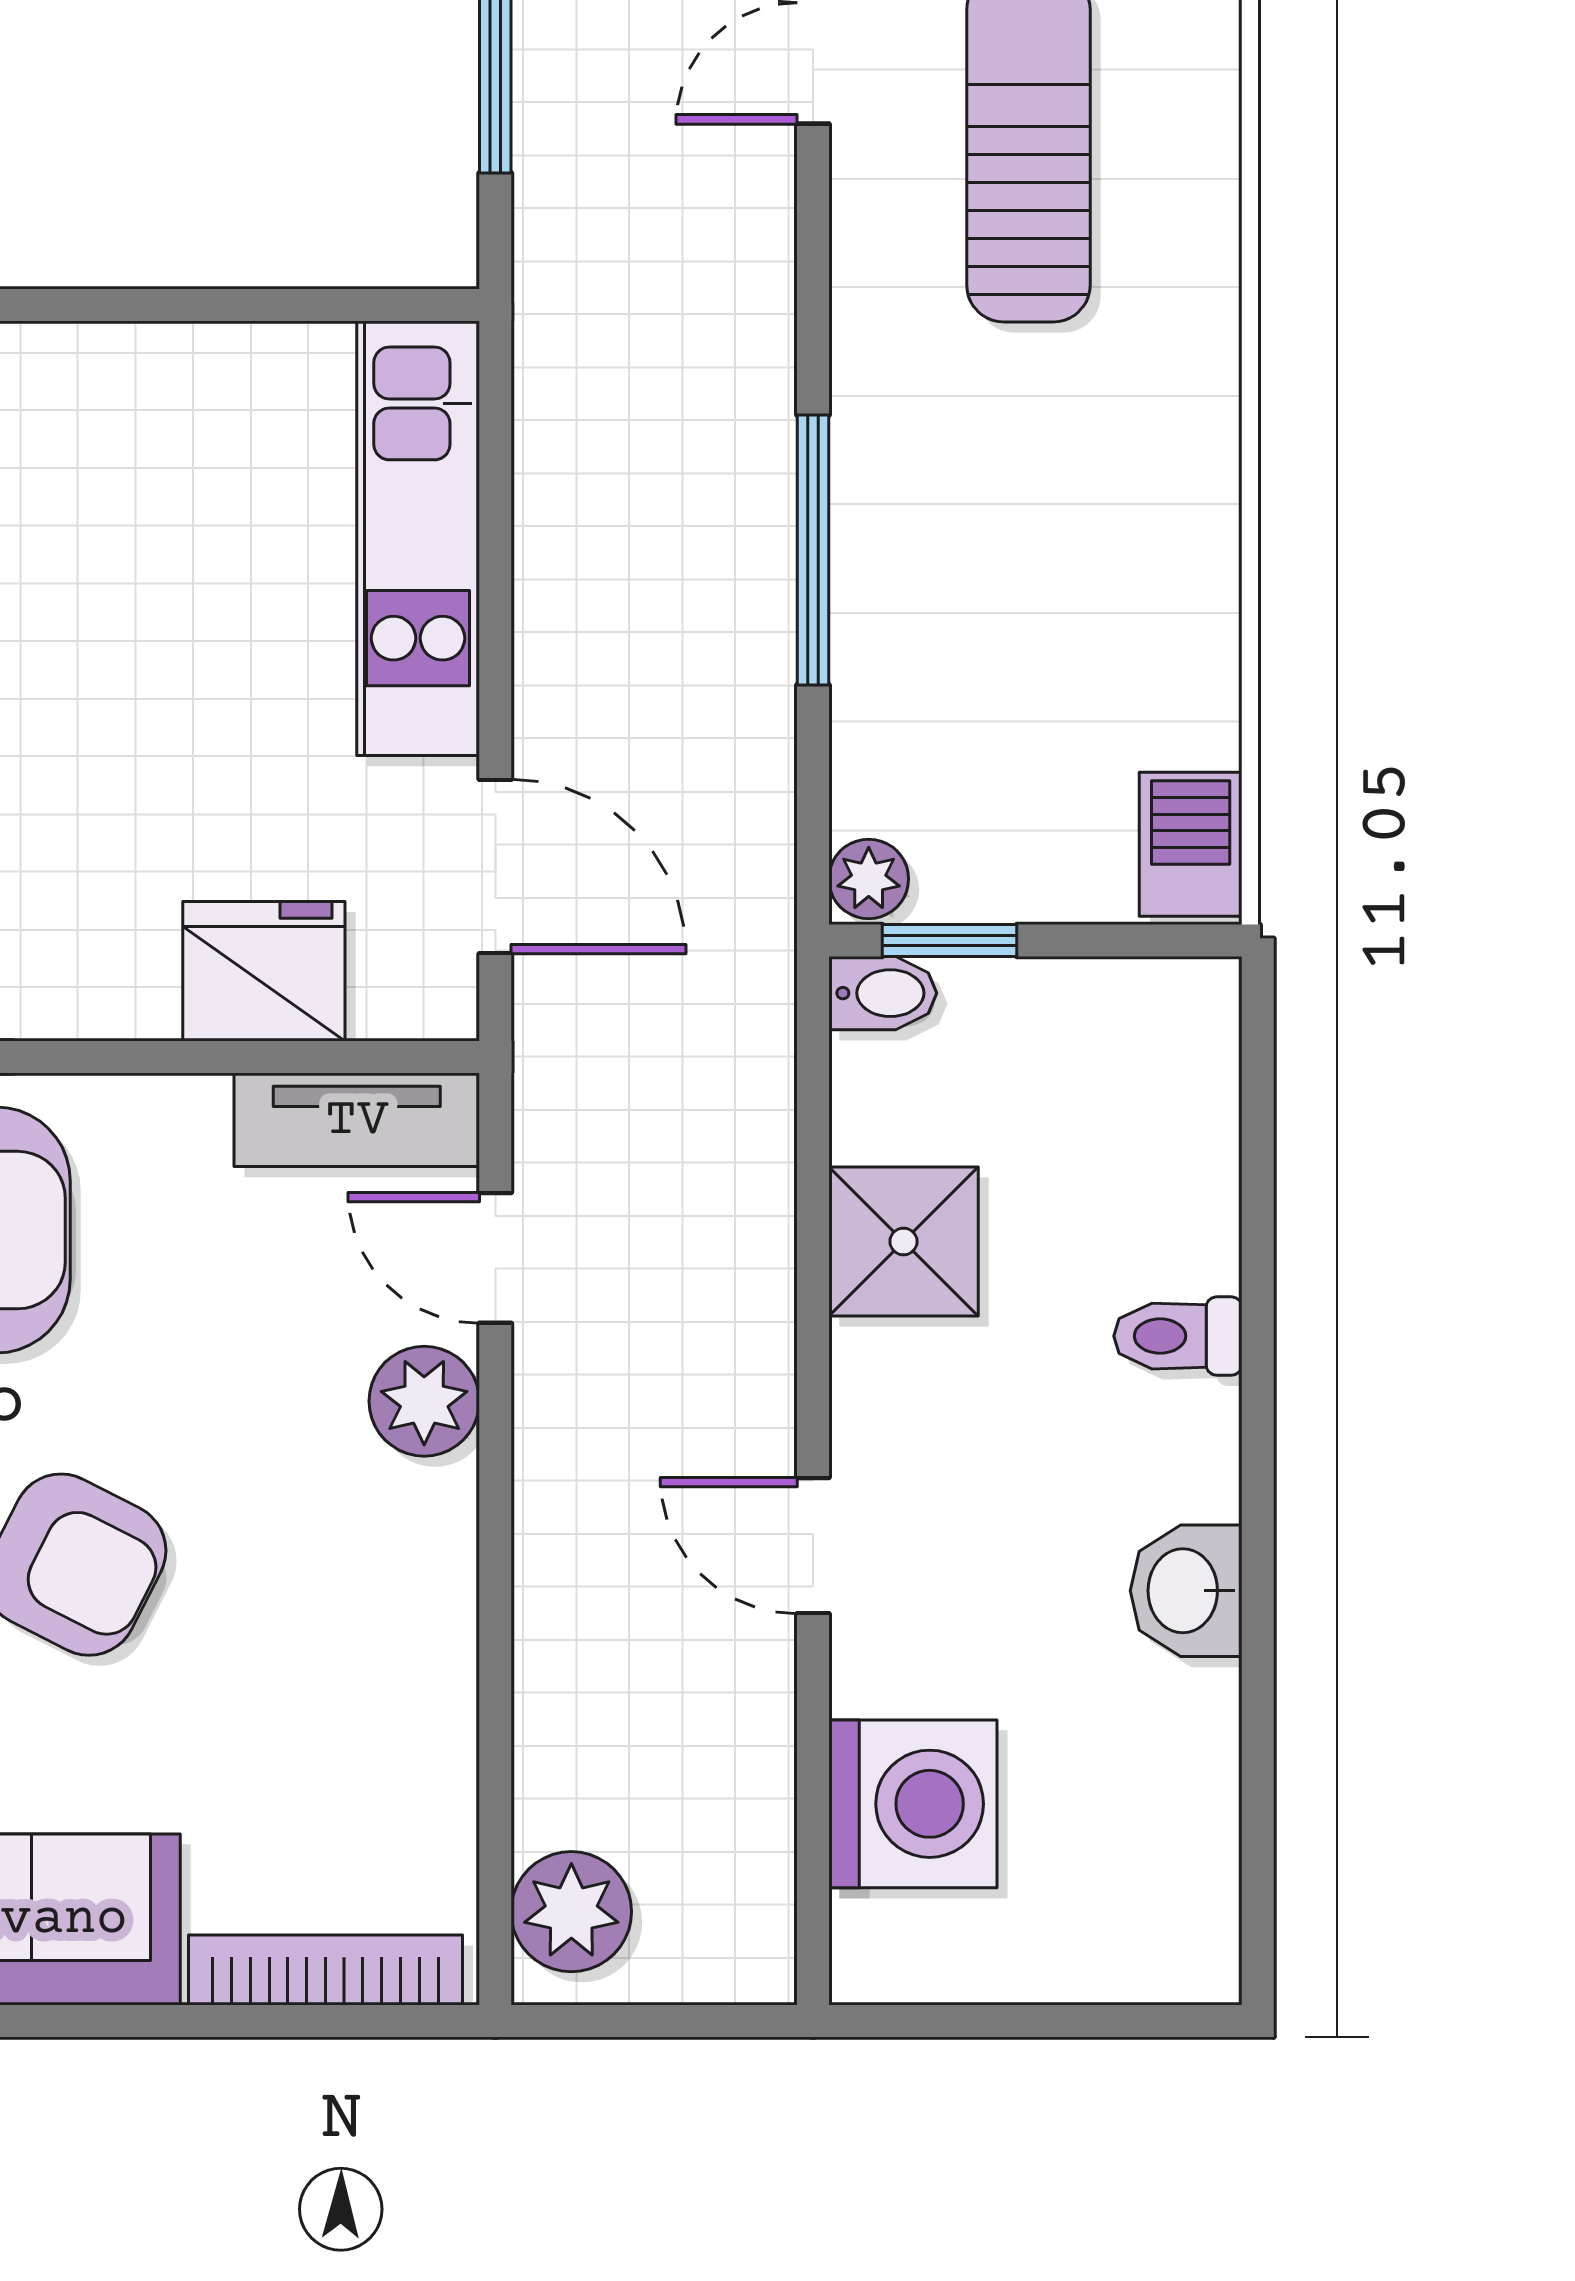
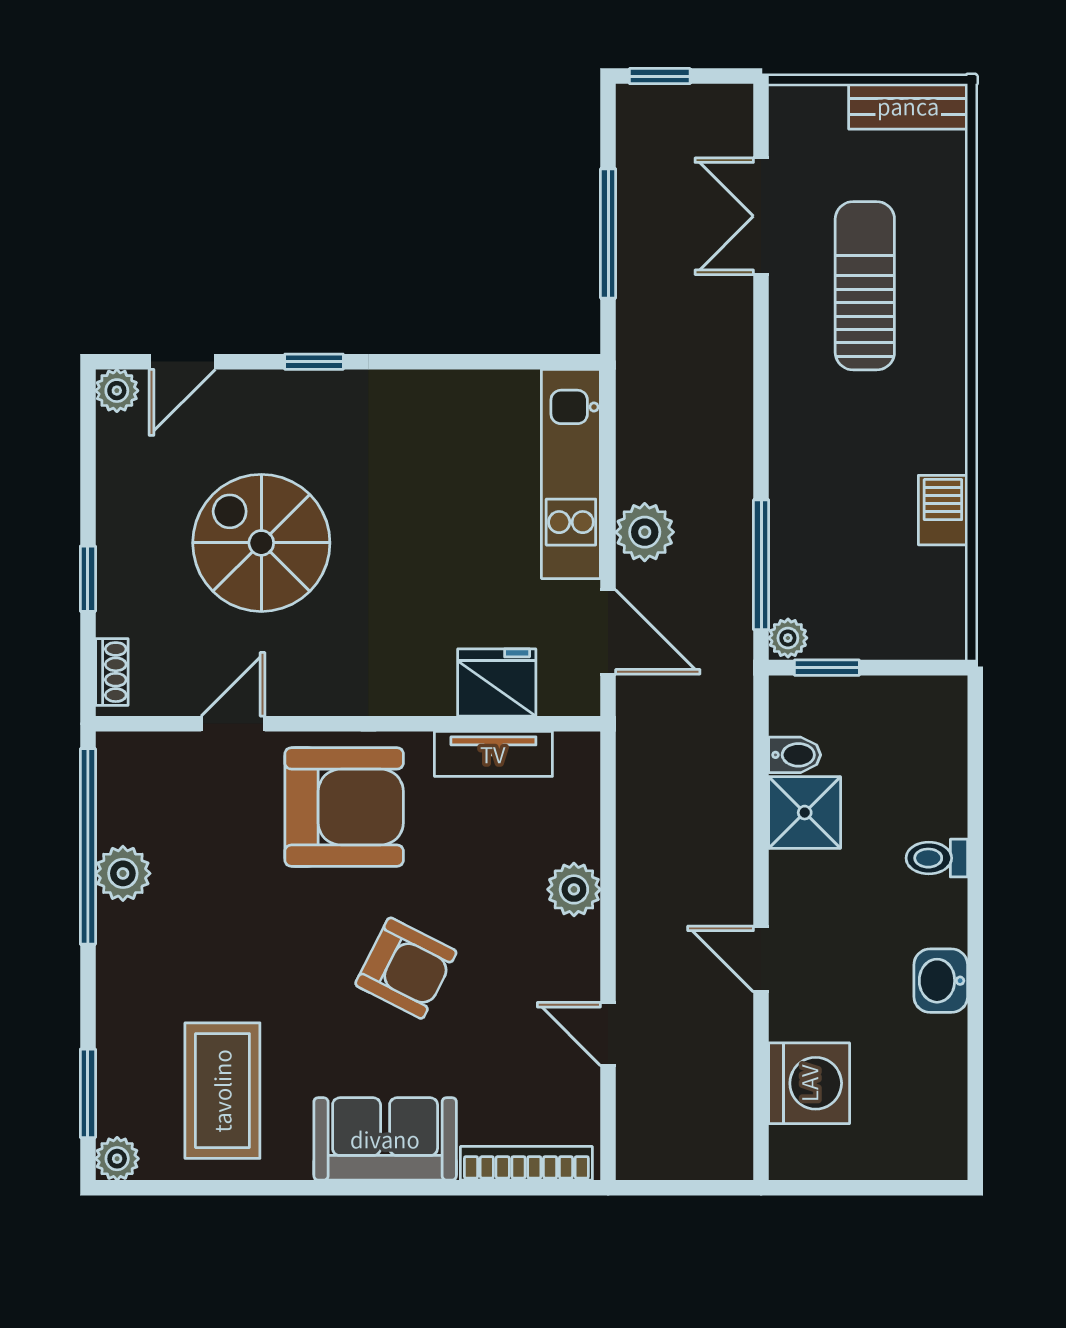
window: (813, 550) -> (761, 565), moved
barbecue: (1191, 844) -> (943, 510), moved
bidet: (883, 993) -> (795, 755), moved
tv unit: (357, 1120) -> (493, 754), moved
door: (495, 1258) -> (608, 1034), moved
plant: (571, 1912) -> (645, 532), moved

